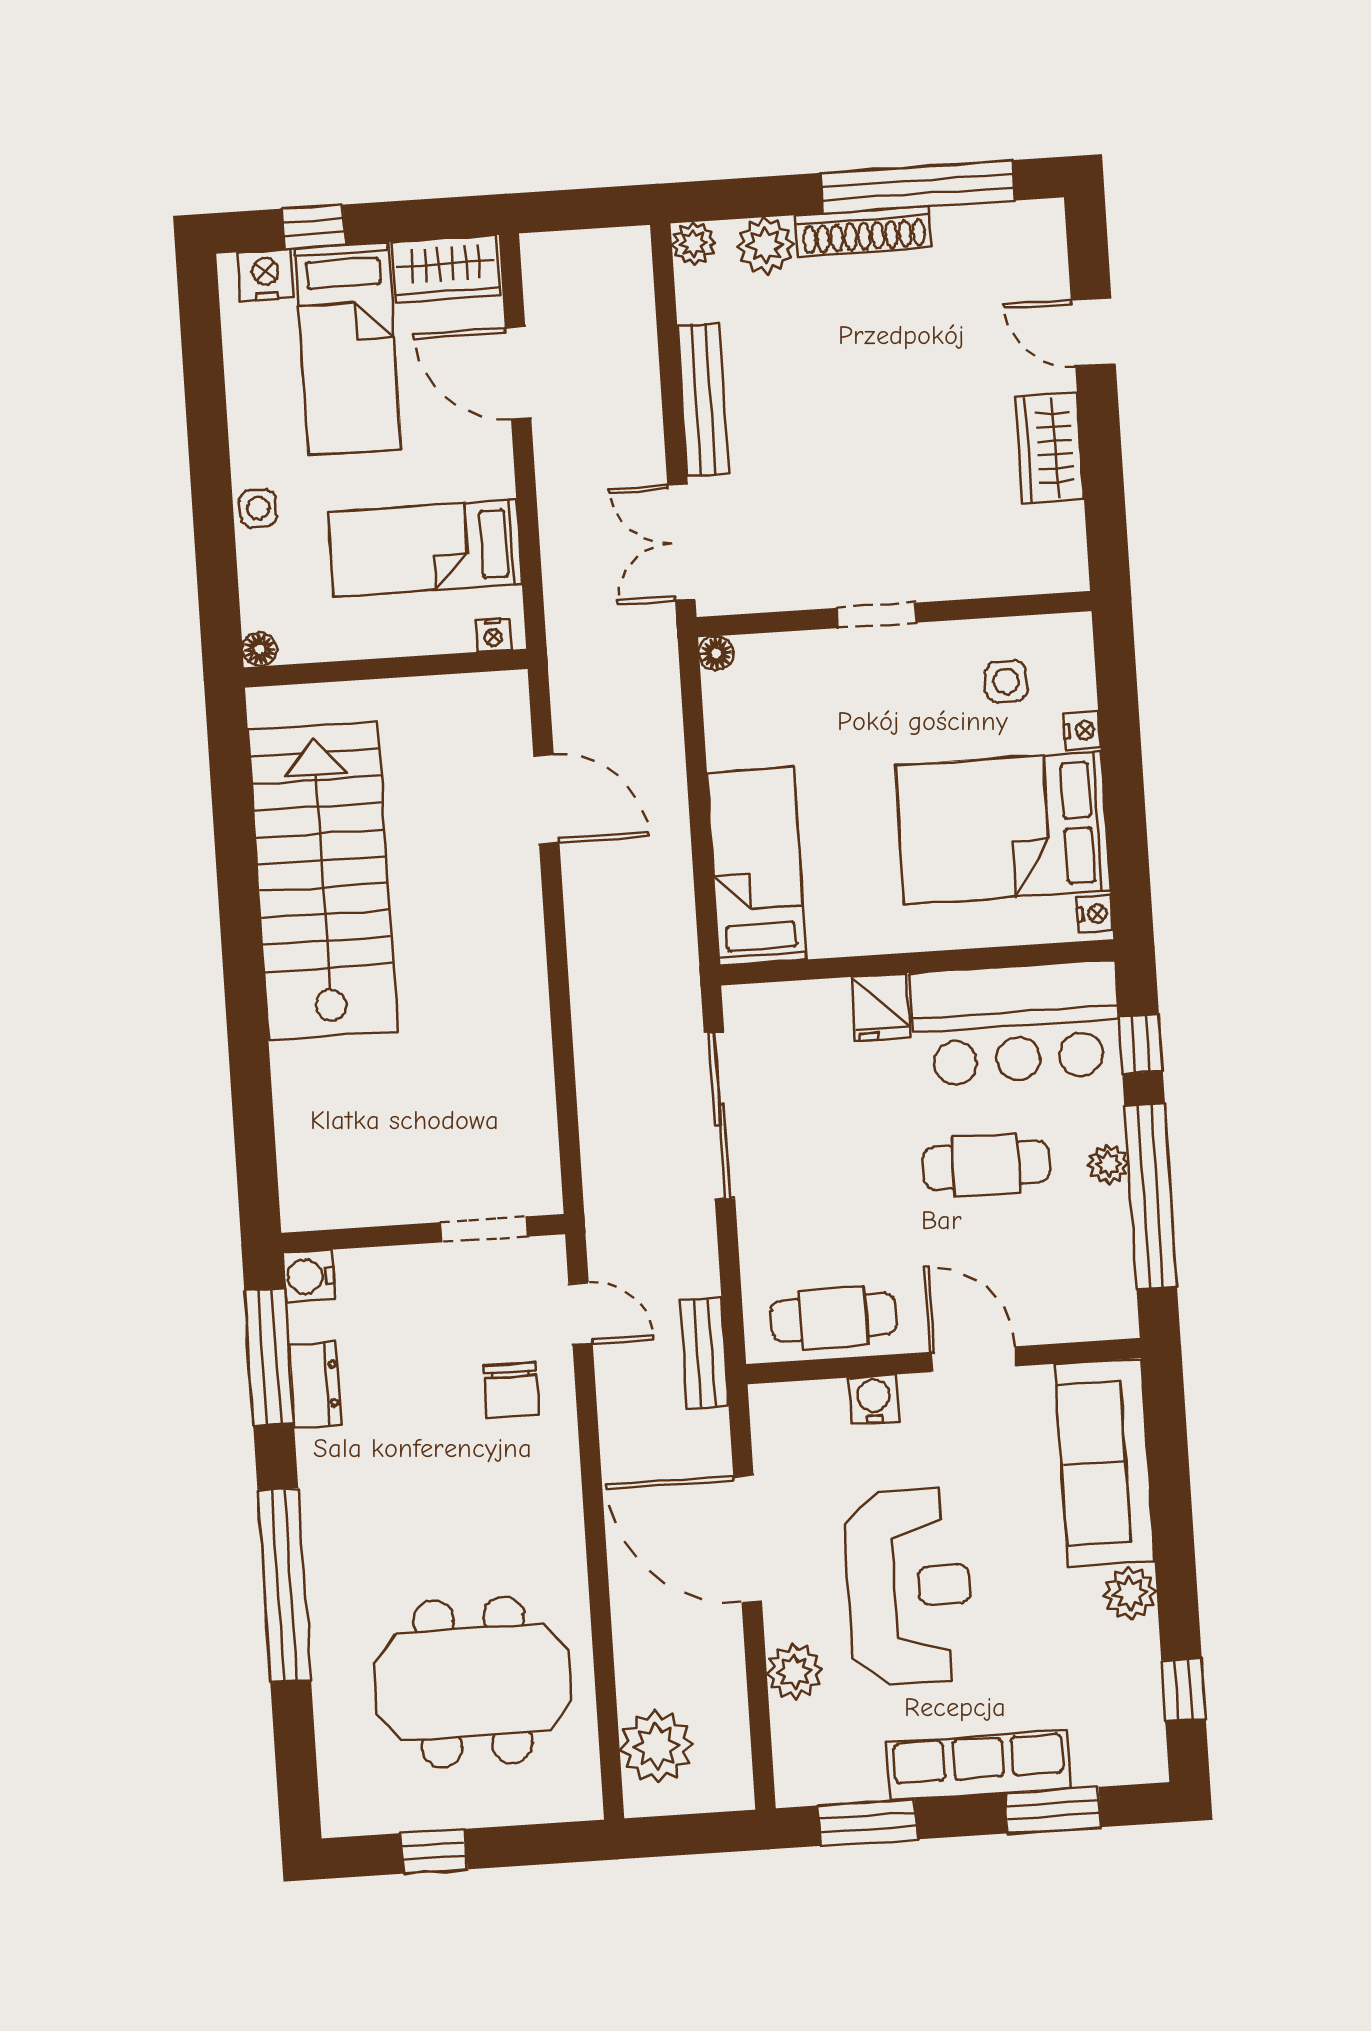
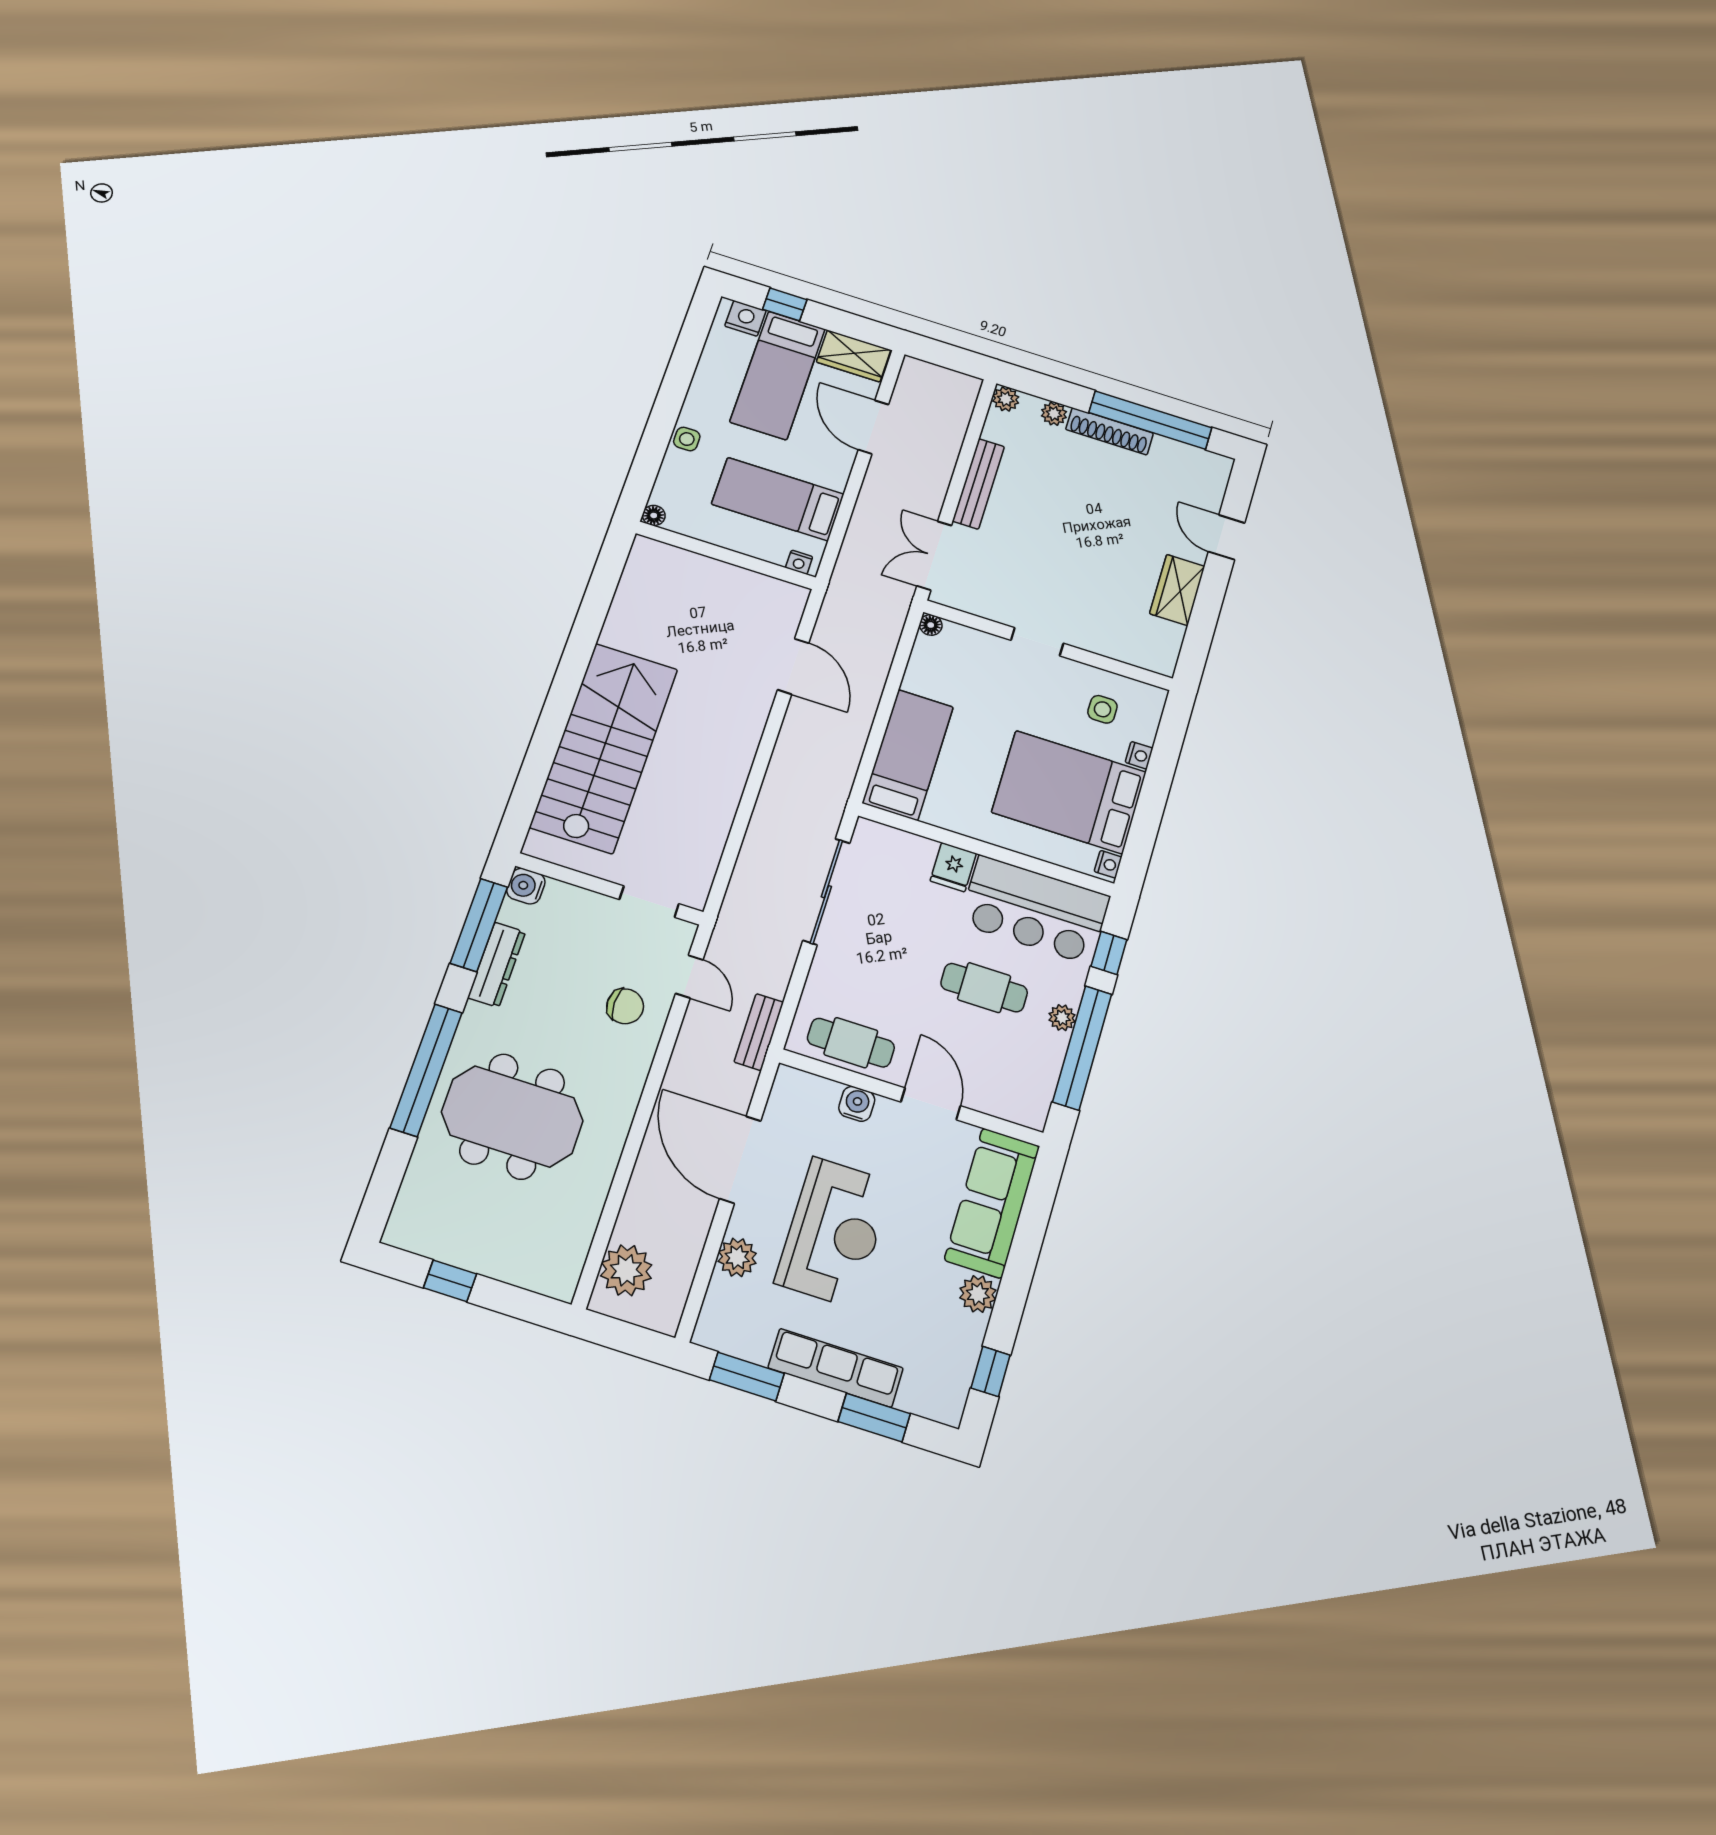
plant: (765, 245) -> (1054, 414), width x0.73, depth x0.73
stairs: (323, 881) -> (604, 748), moved
dresser: (315, 1385) -> (497, 965), width x1.44
chair: (511, 1390) -> (625, 1006), turned -90
meeting table: (473, 1682) -> (512, 1116), moved

